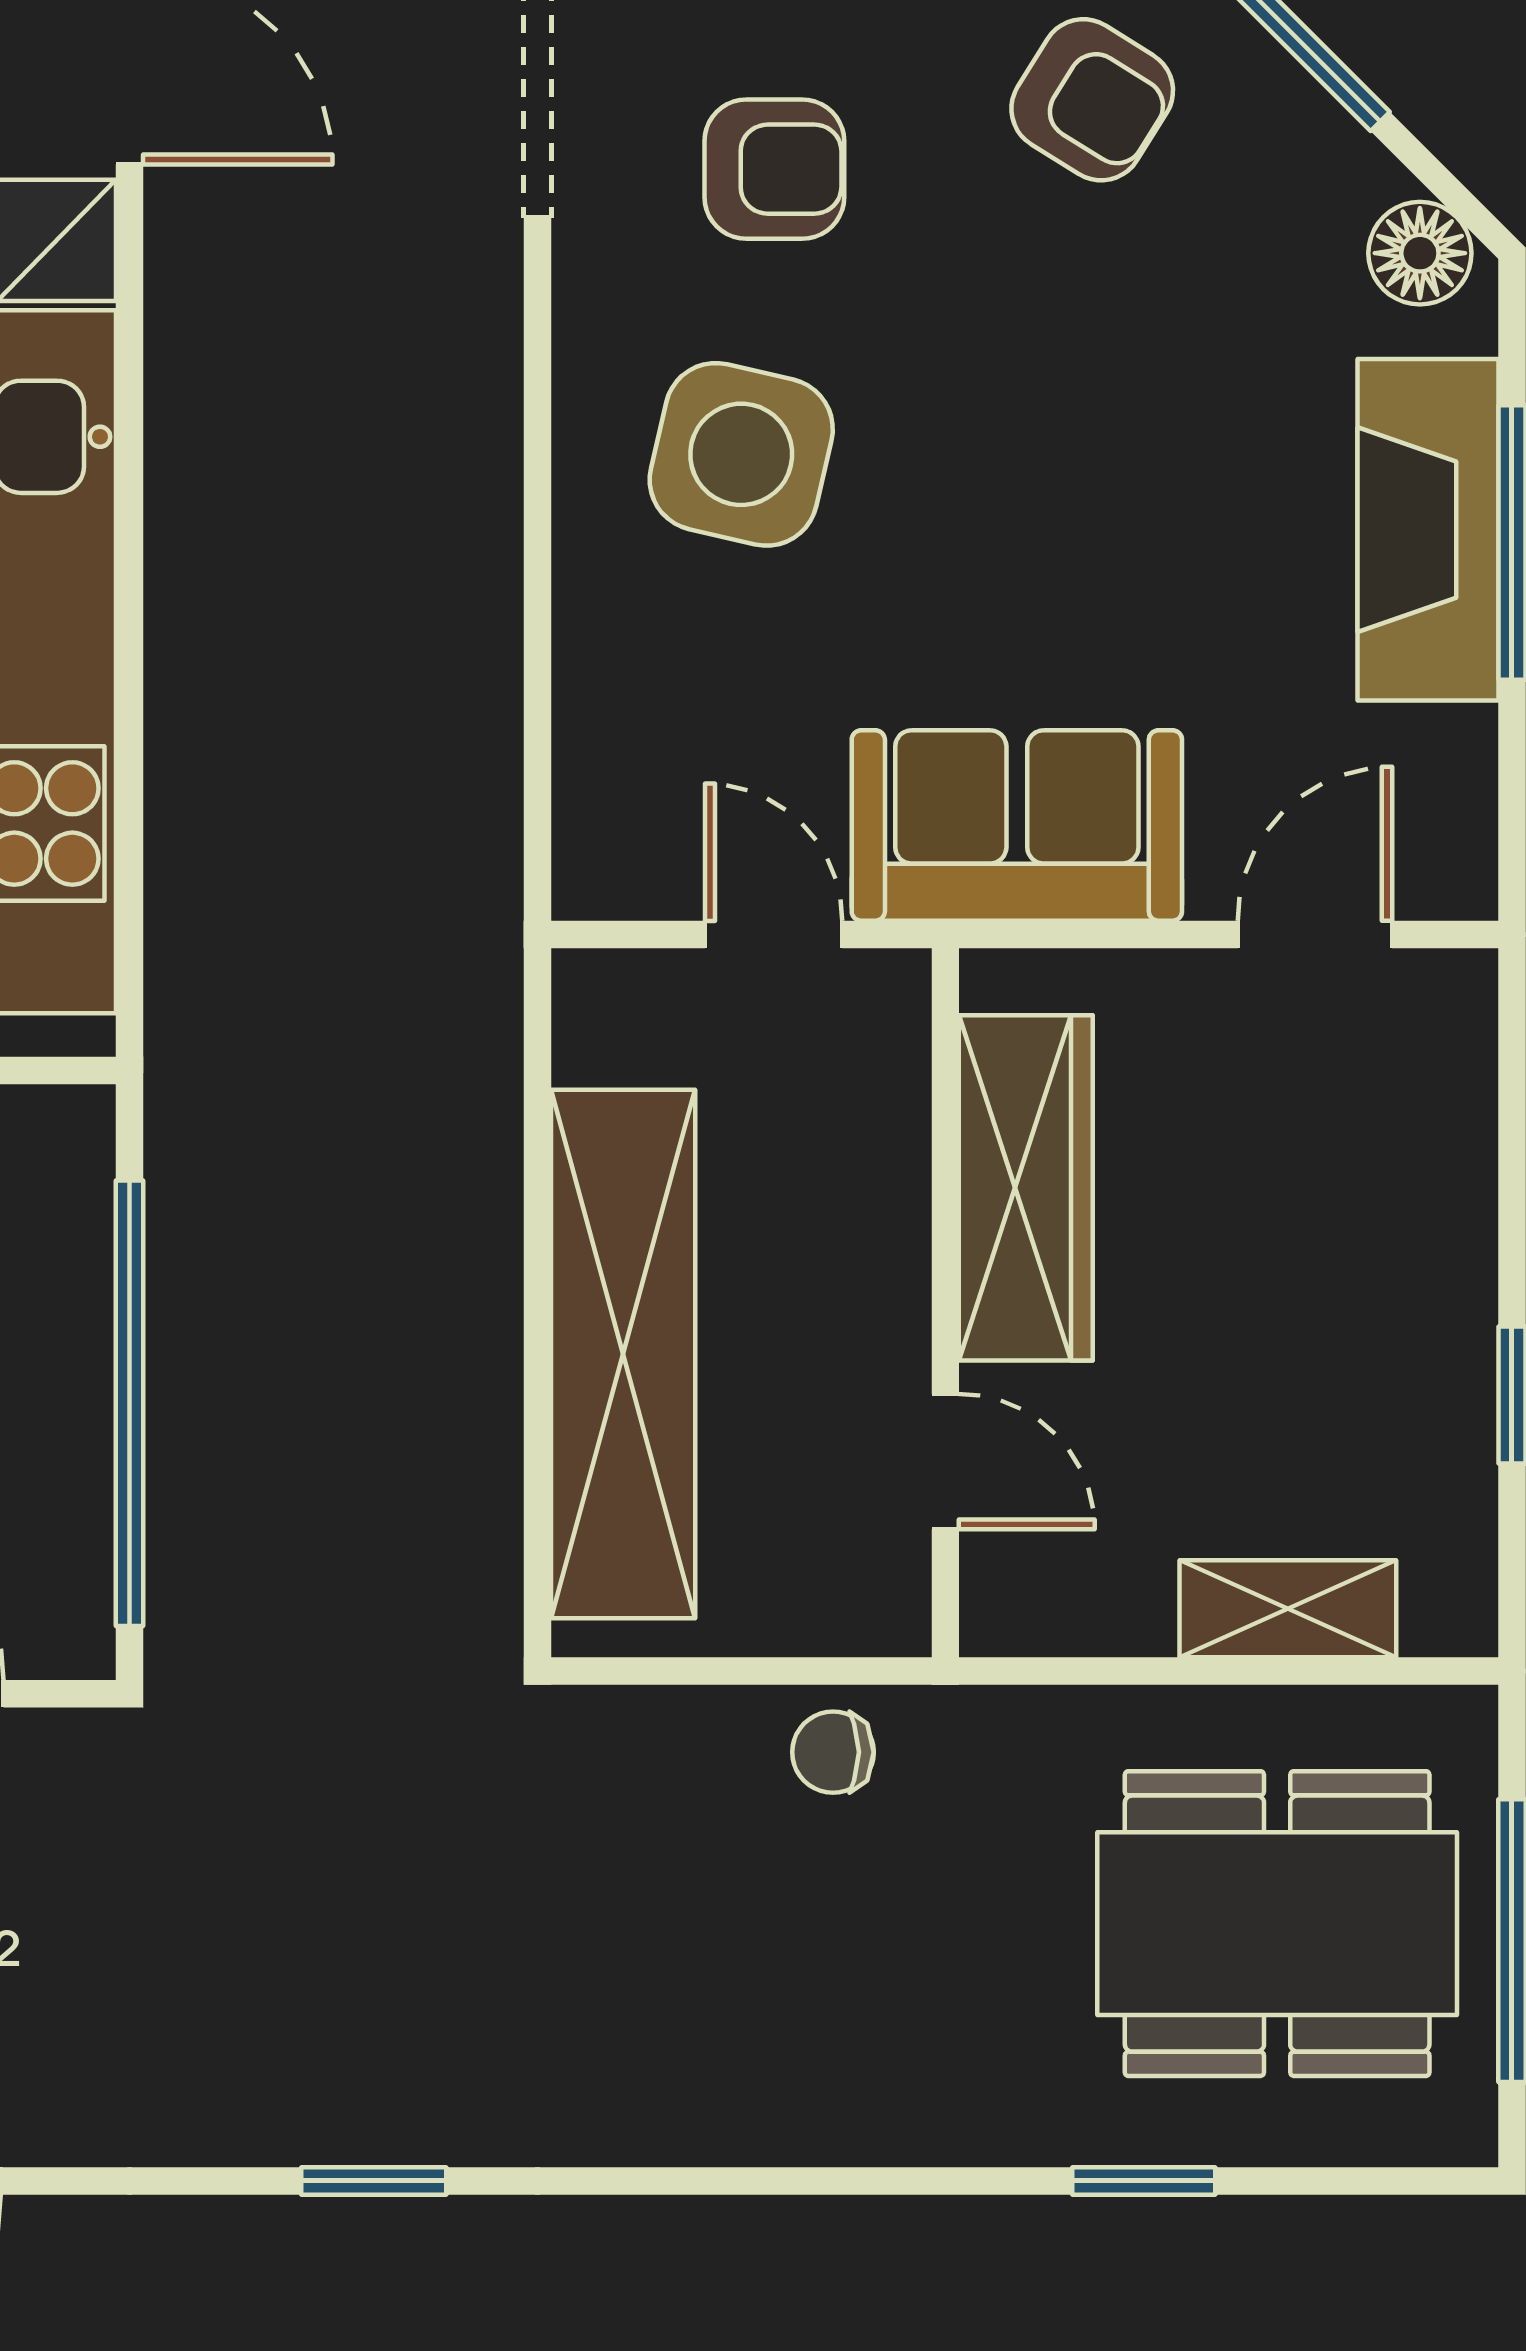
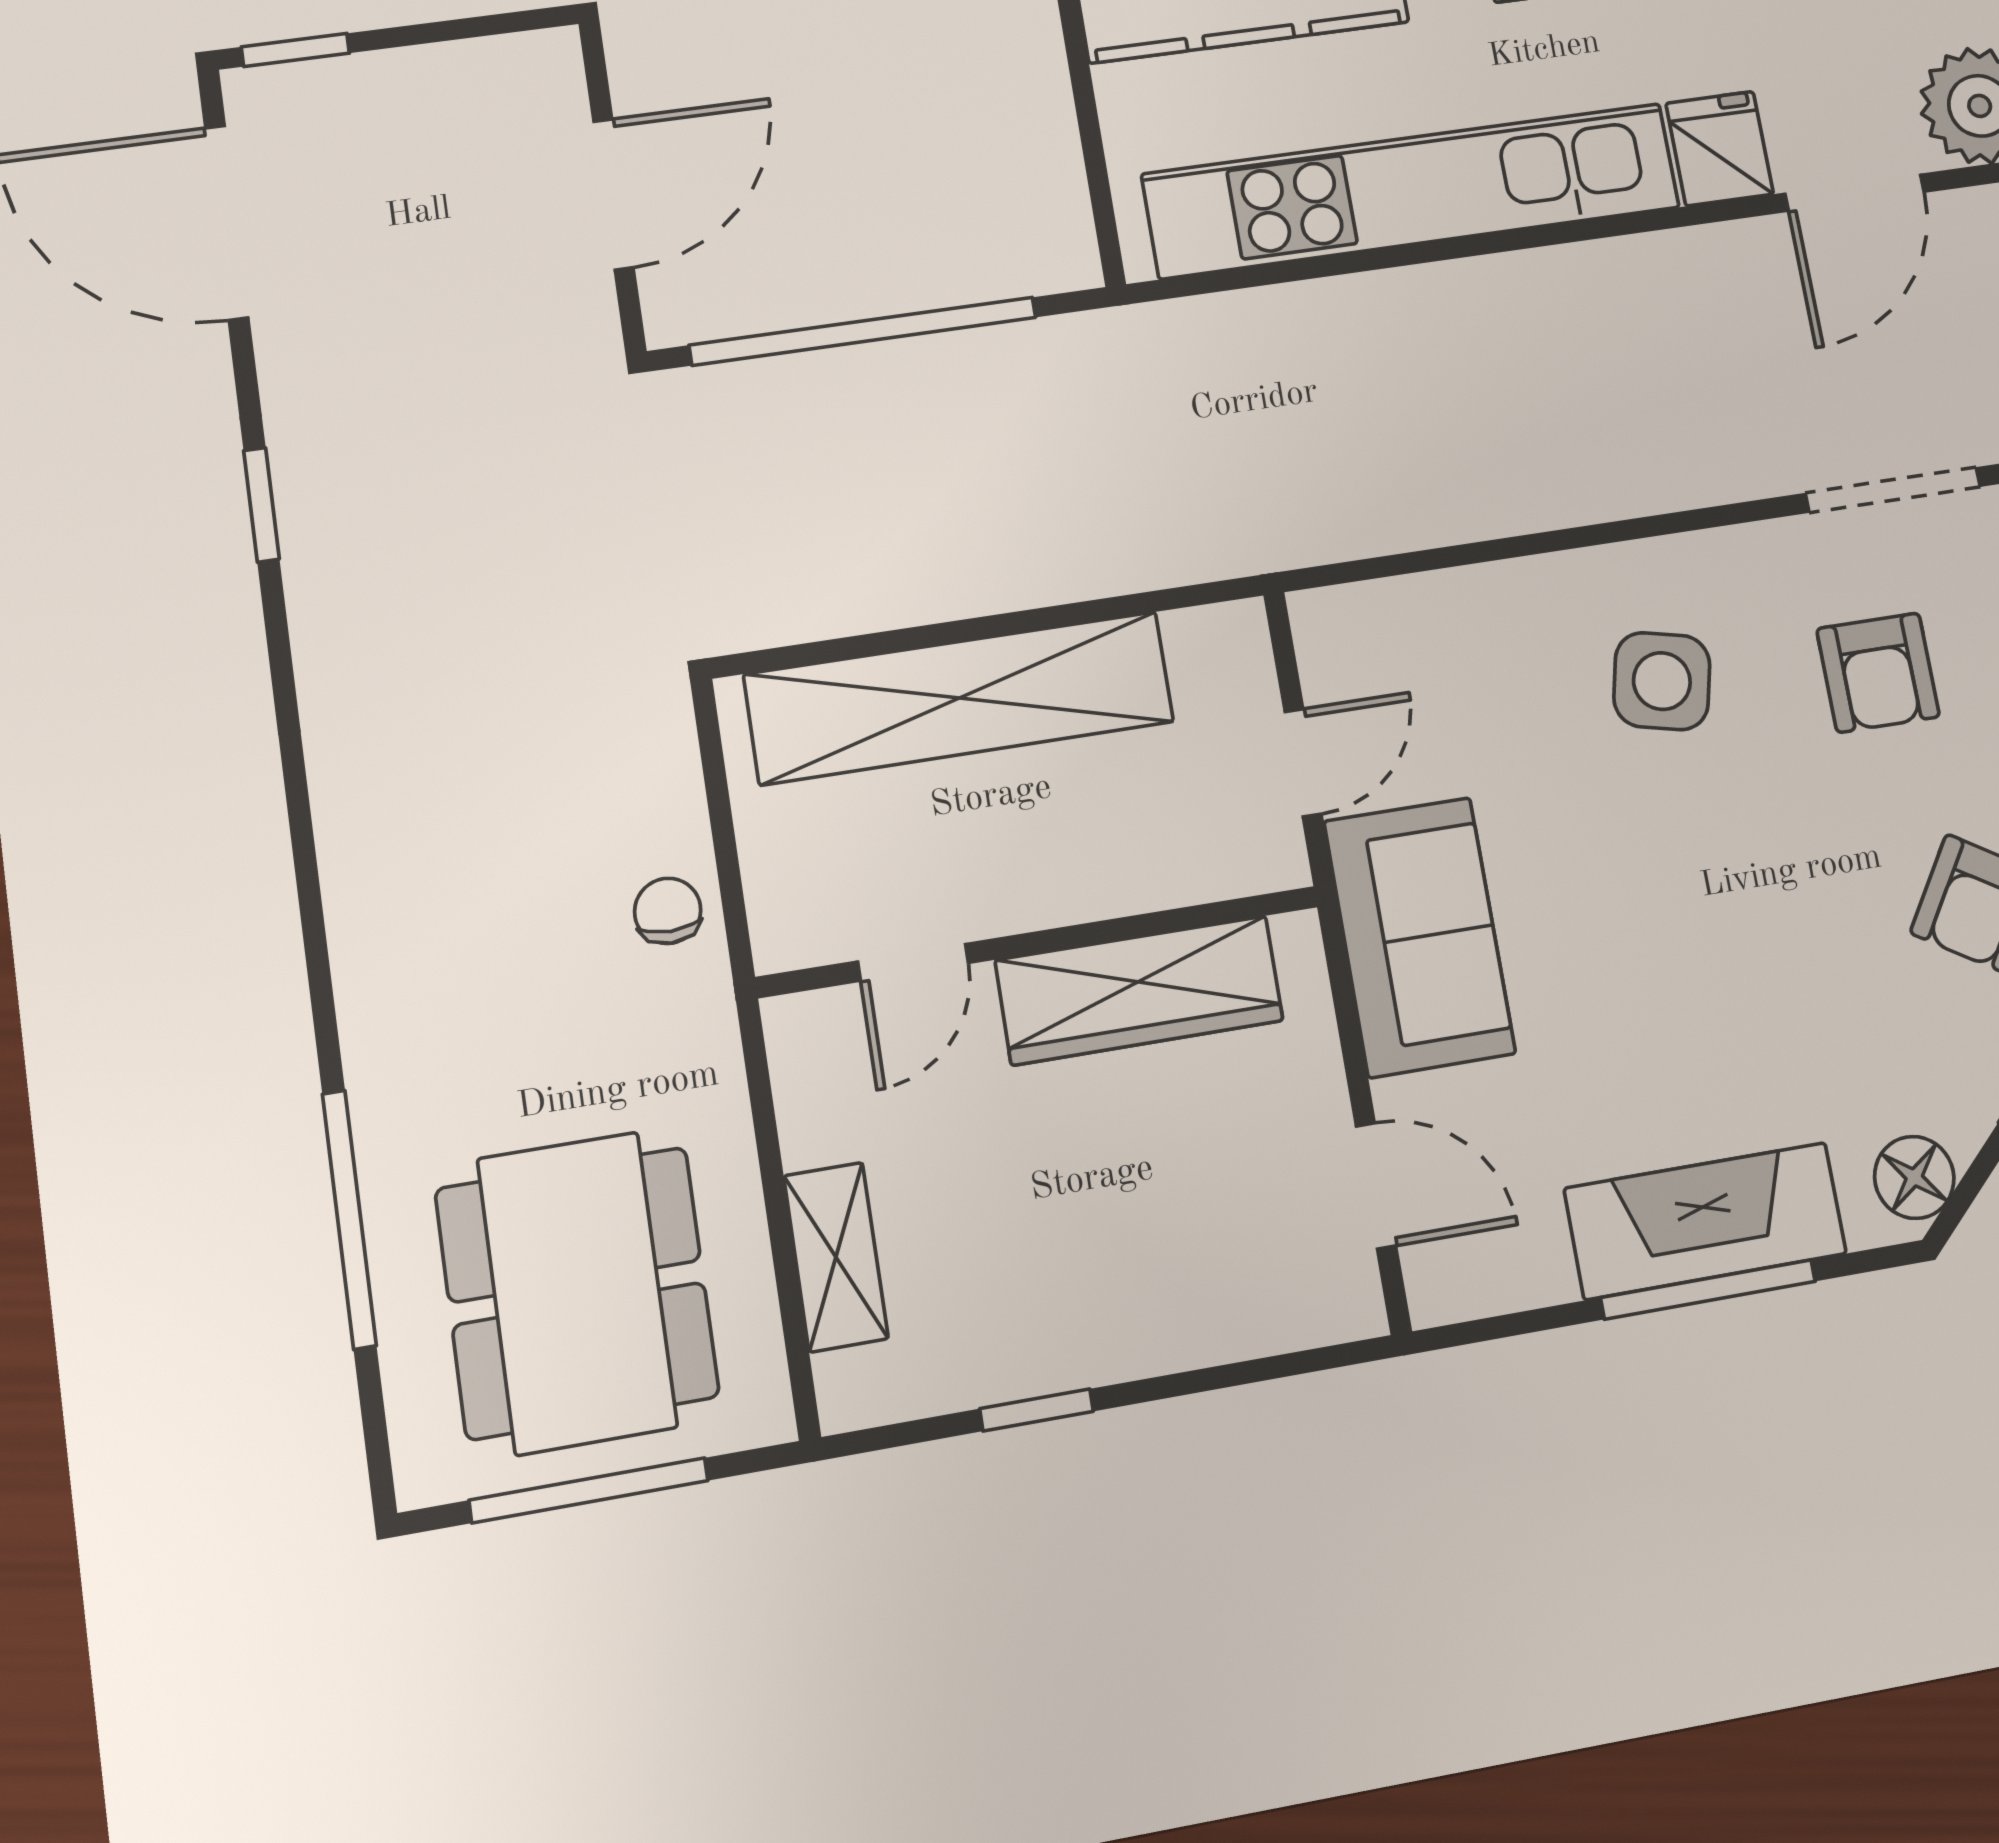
side table: (741, 454) -> (1662, 681), width x0.73, depth x0.73
window: (374, 2181) -> (261, 505), moved
window: (1144, 2181) -> (349, 1219), width x2.17

